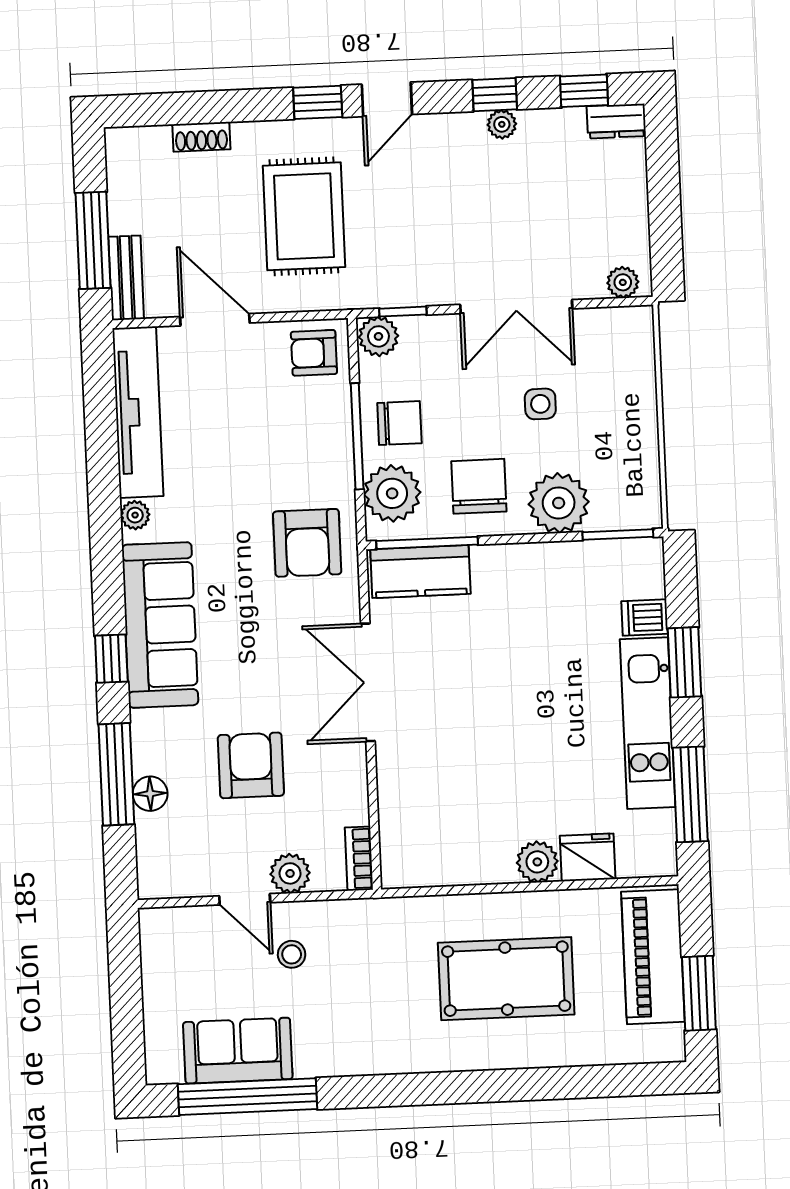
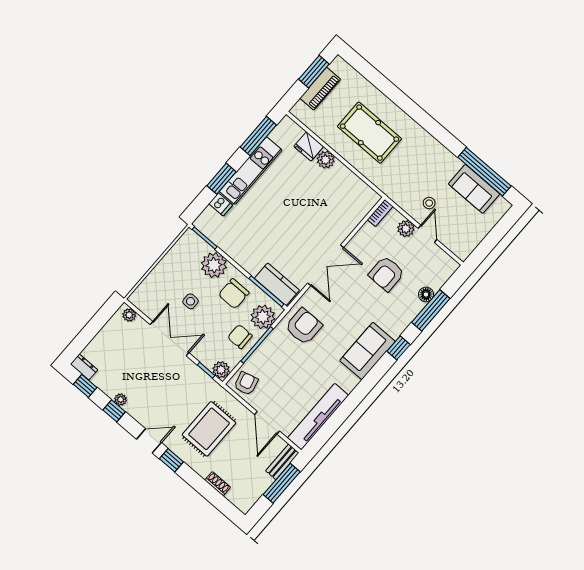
armchair: (314, 353) -> (246, 383), turned -105
plant: (135, 515) -> (349, 385), removed
sofa: (160, 625) -> (367, 351), width x0.73
piano: (653, 957) -> (320, 89), width x0.73, depth x0.75

